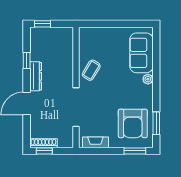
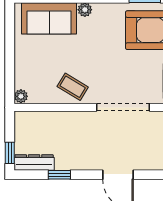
plant: (84, 32) -> (21, 96), added
dresser: (36, 76) -> (34, 162), moved

